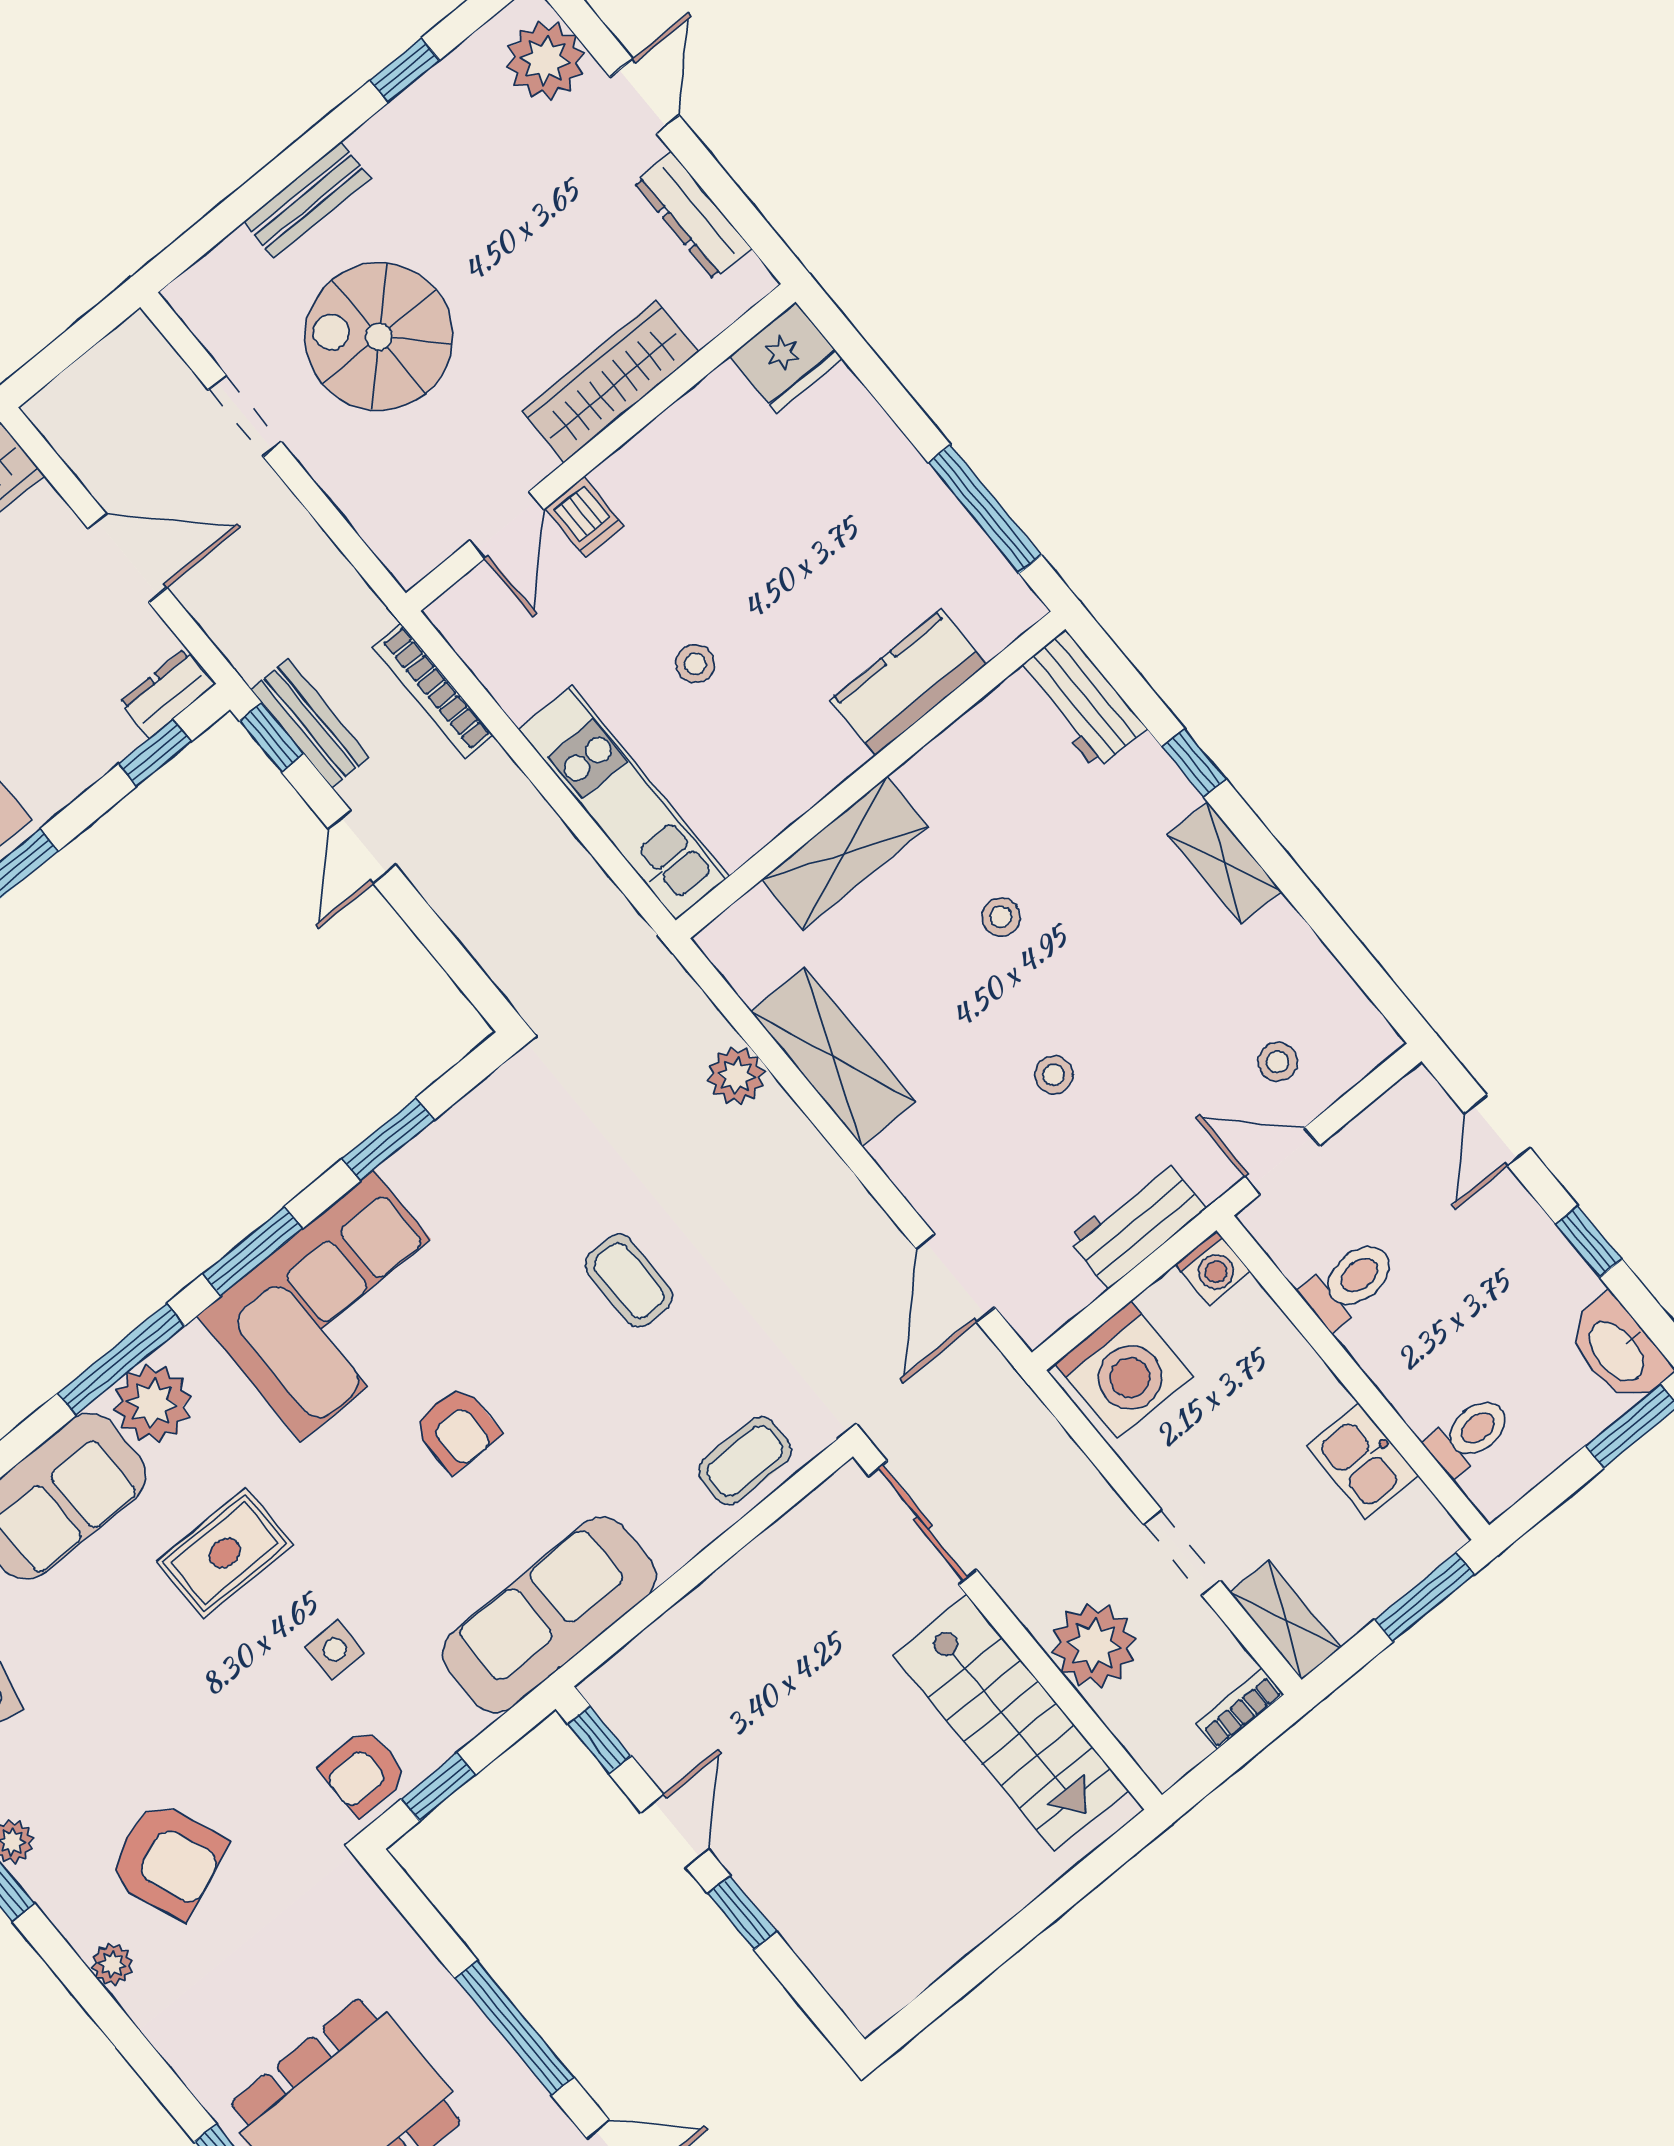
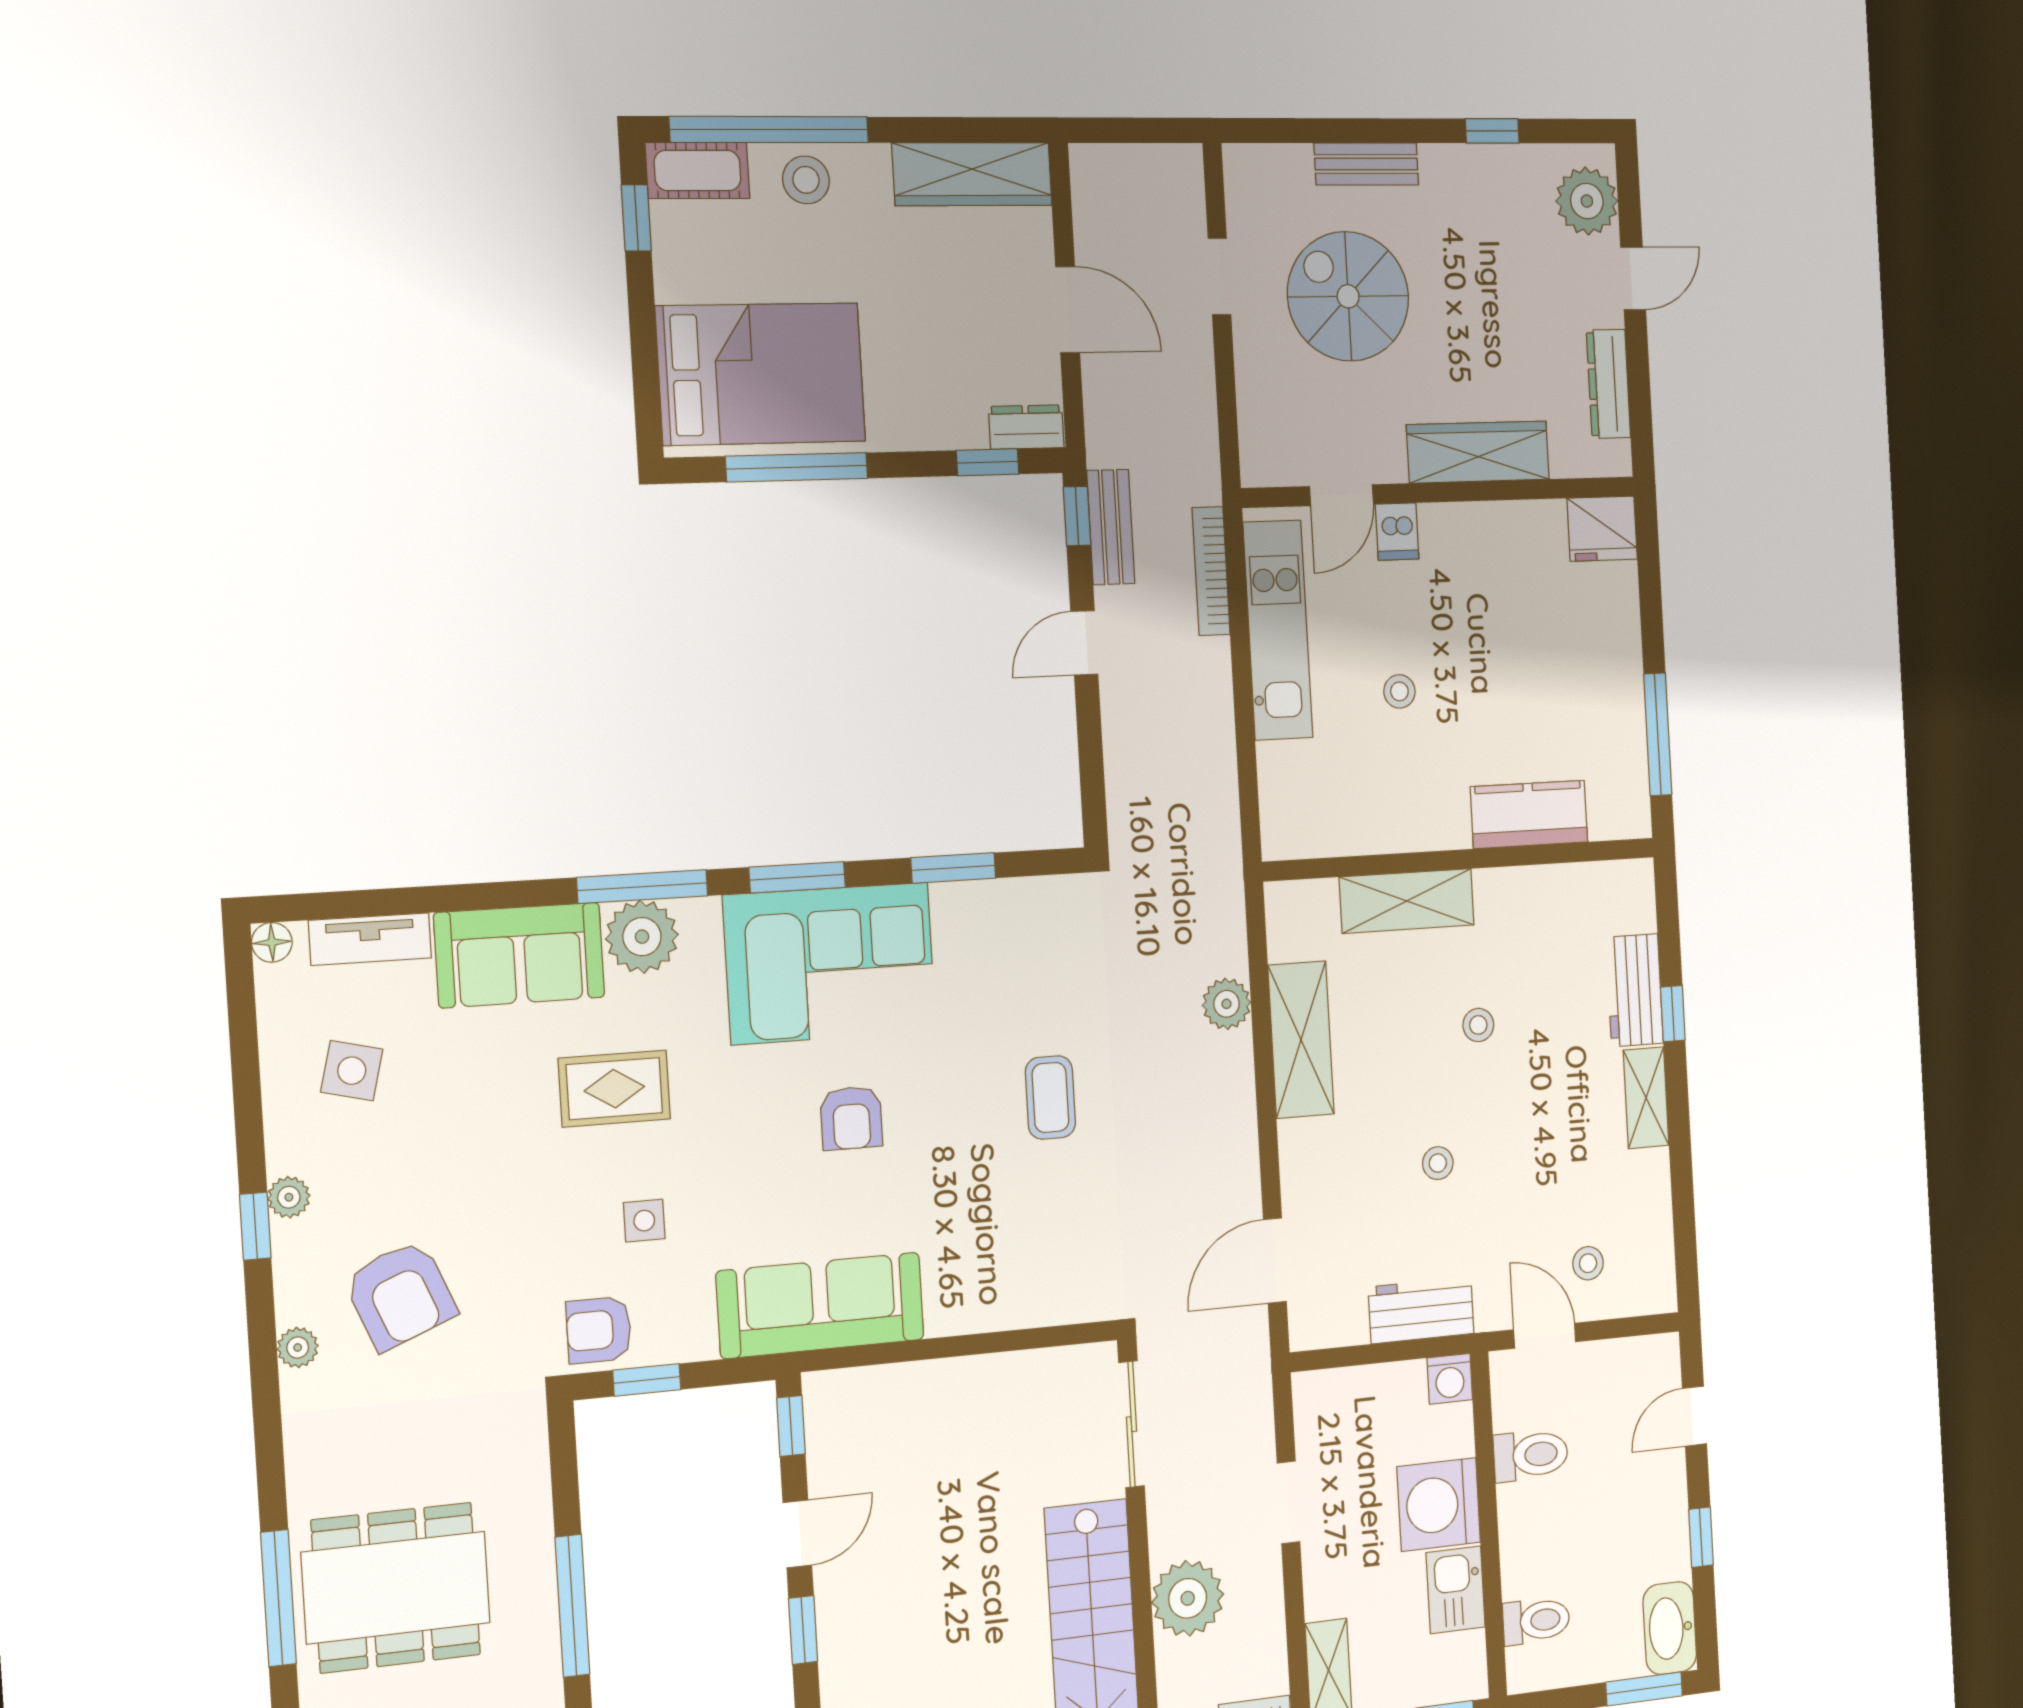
workbench: (1081, 700) -> (1635, 990), moved
kitchen unit: (624, 803) -> (1278, 630), moved
washing machine: (1124, 1370) -> (1439, 1505), moved, turned 90
coffee table: (745, 1461) -> (1040, 1289), removed
doorway: (1182, 1552) -> (1289, 1502), moved

